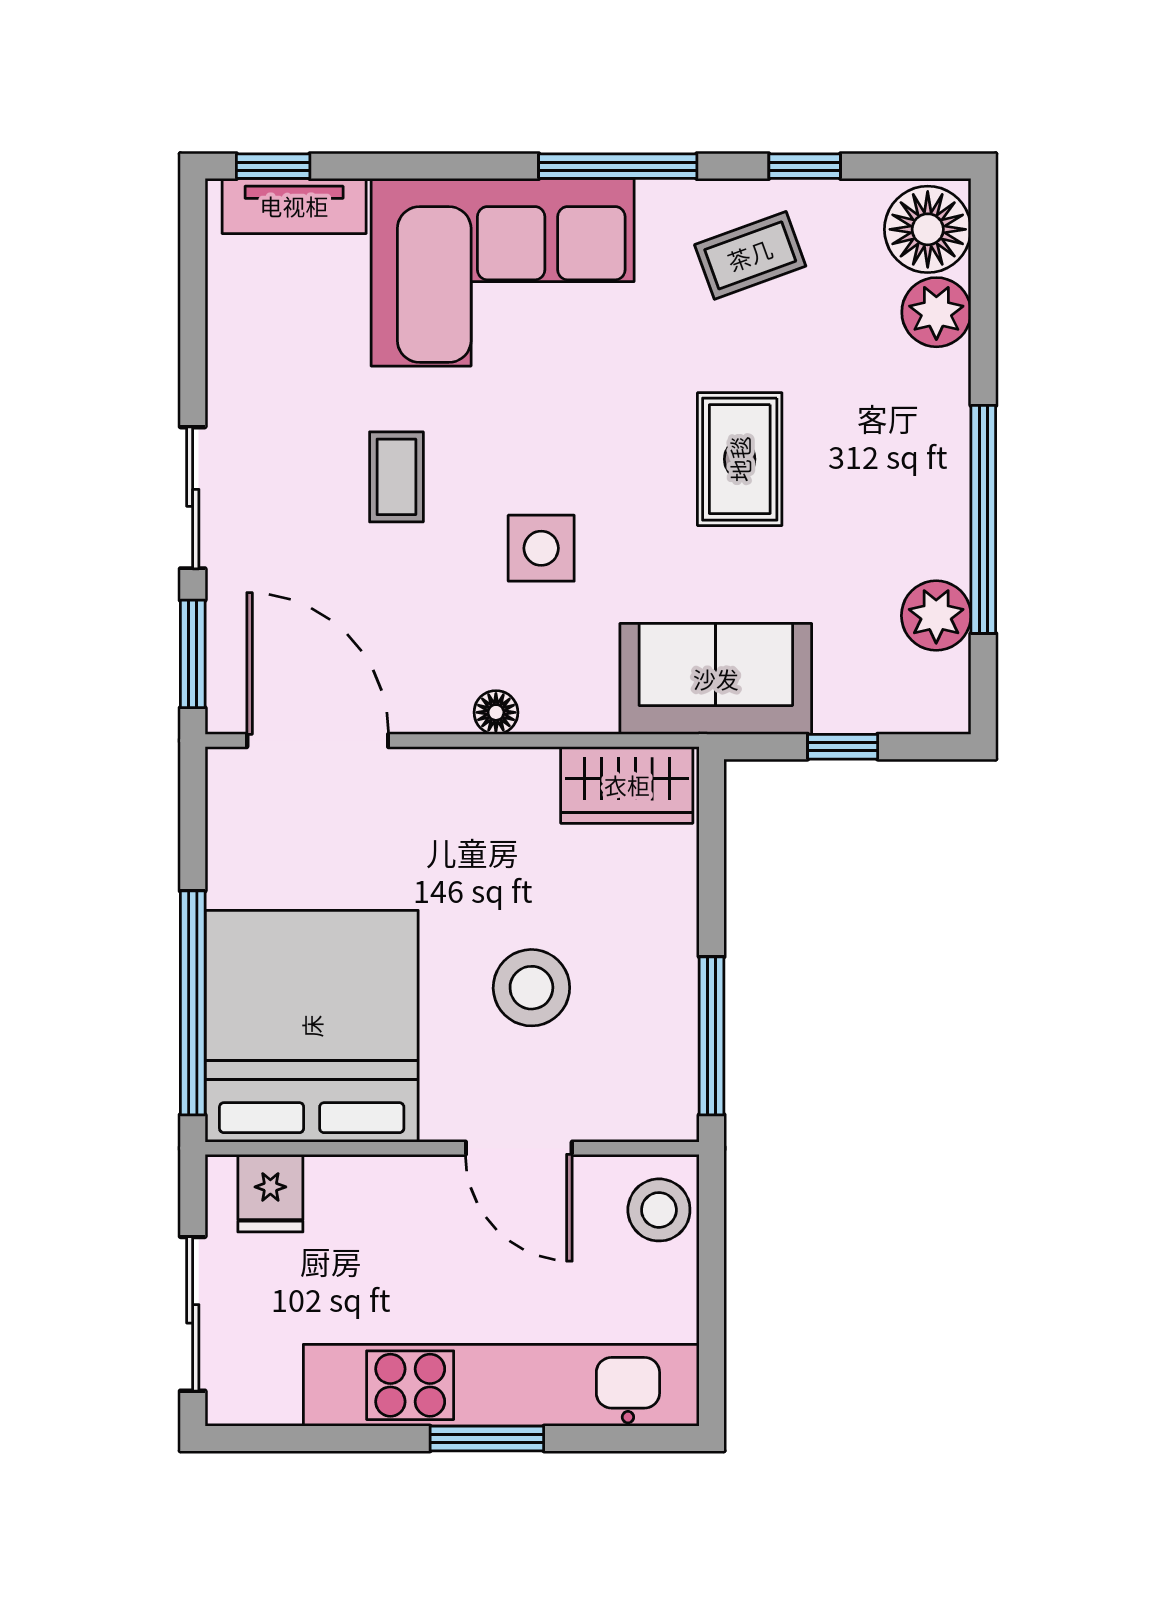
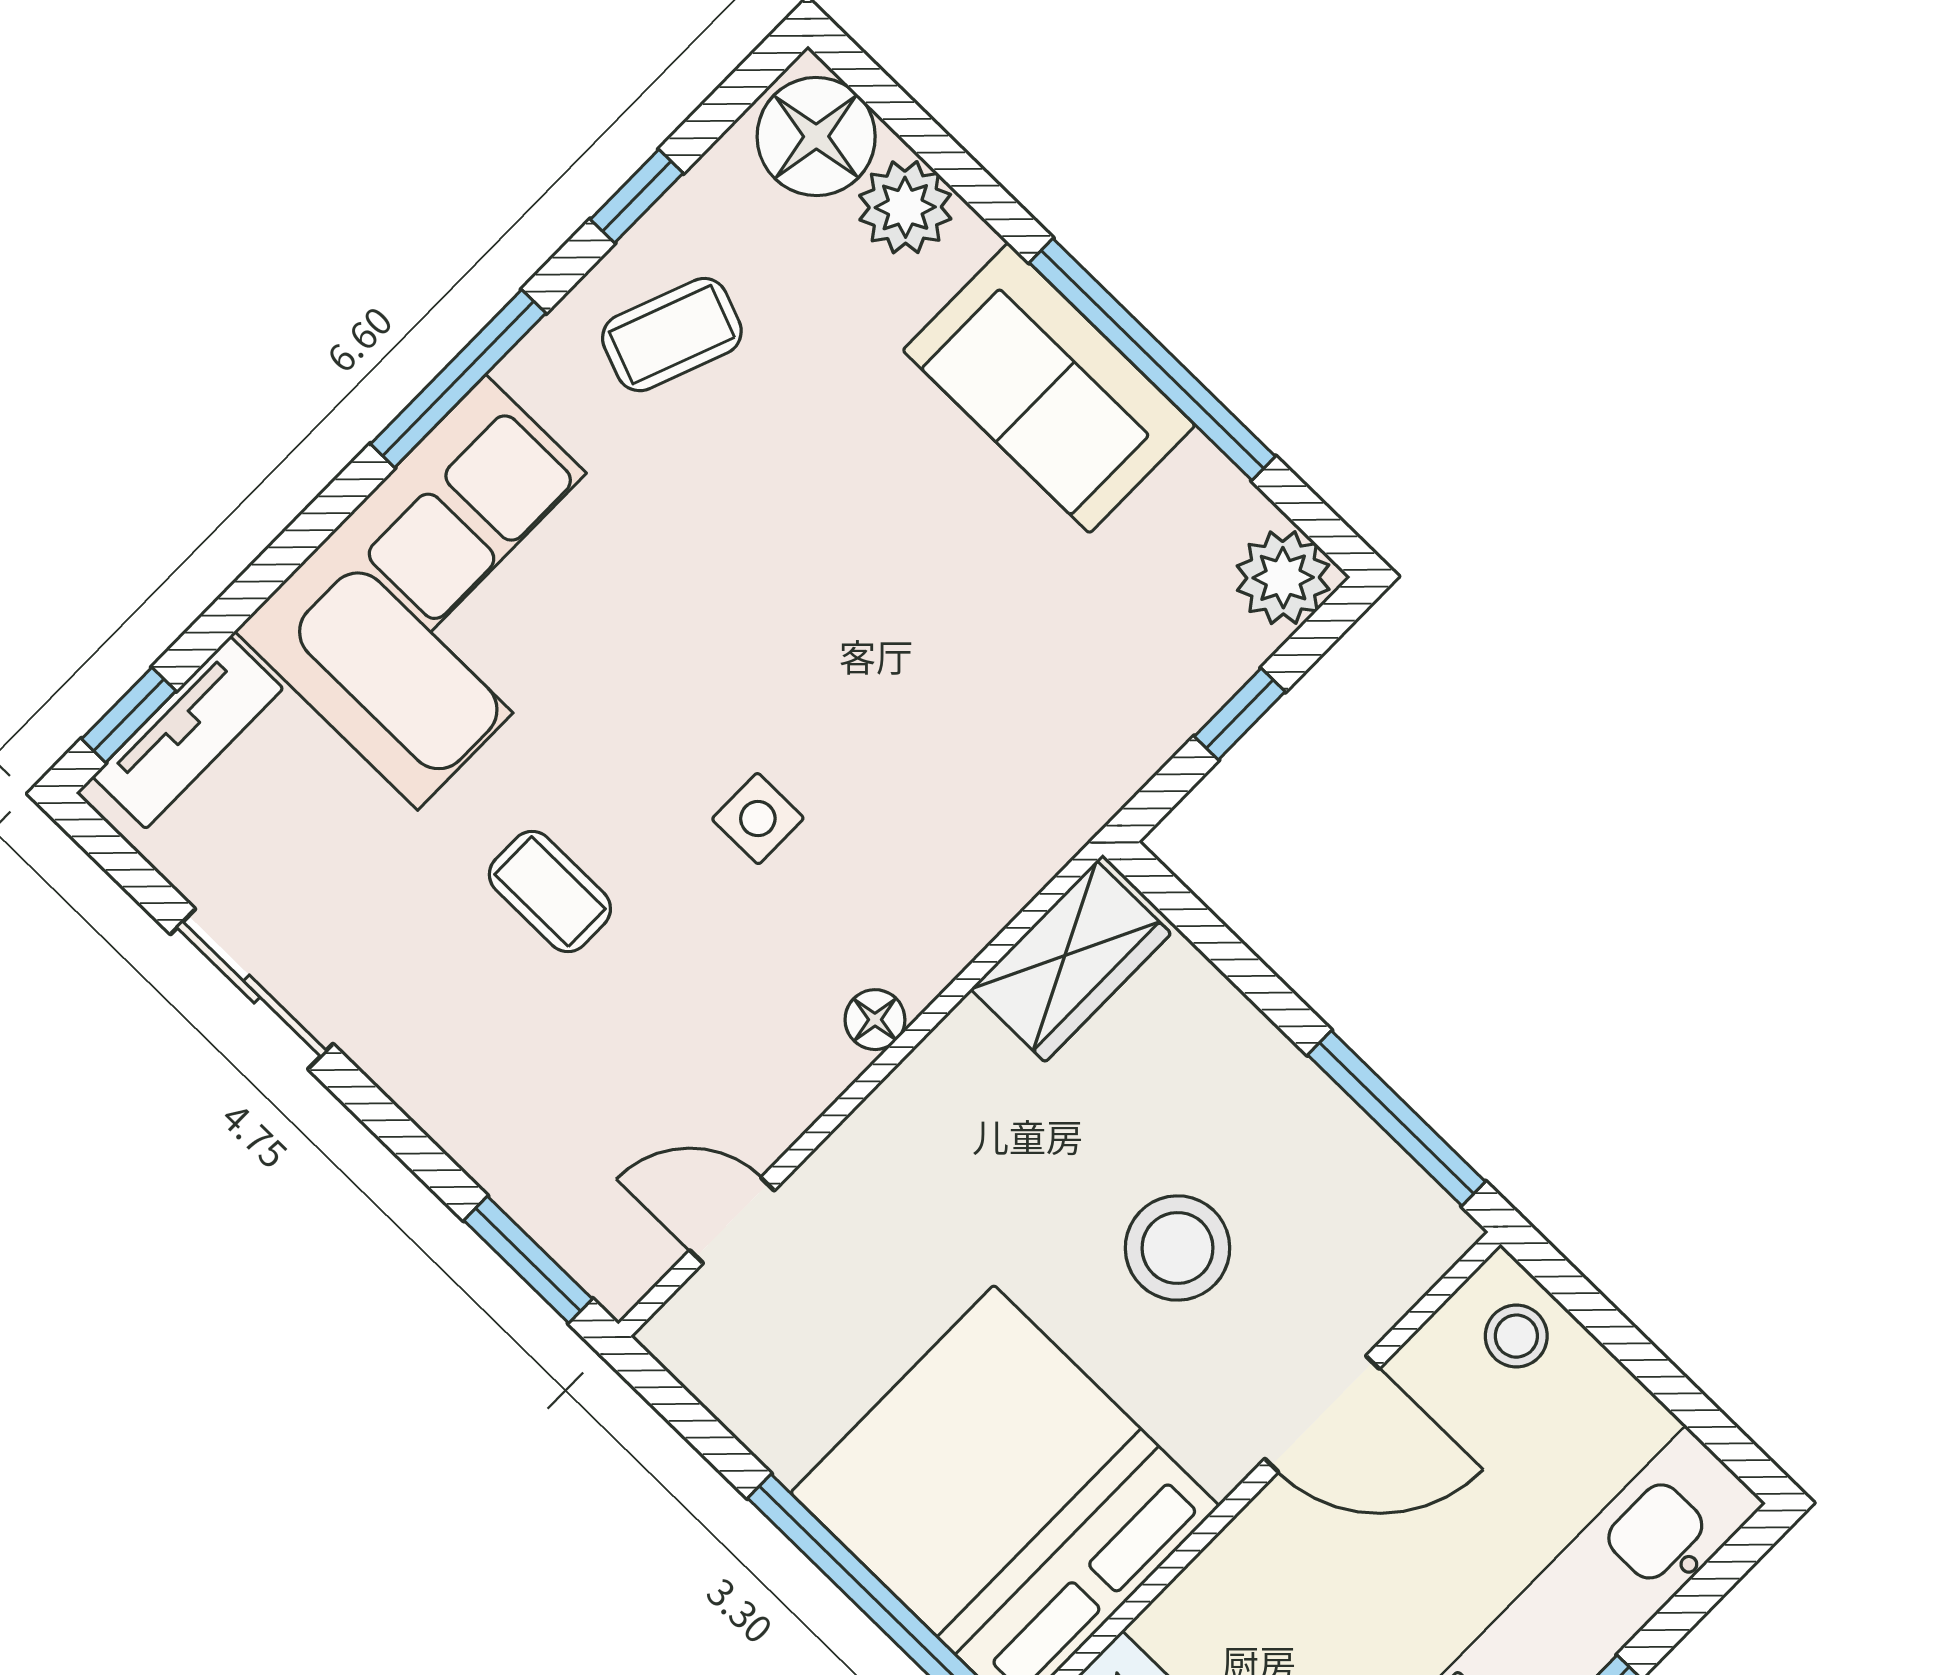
coffee table: (750, 255) -> (672, 335), turned 41
rug: (740, 459) -> (861, 540), removed
sliding door: (193, 498) -> (252, 989), moved
side table: (541, 548) -> (758, 819), width x0.73, depth x0.73
plant: (936, 616) -> (1283, 578), moved
sofa: (716, 679) -> (1049, 388), moved, turned -90
door: (318, 741) -> (732, 1220), width x0.53
stool: (659, 1210) -> (1516, 1336), width x0.73, depth x0.73

